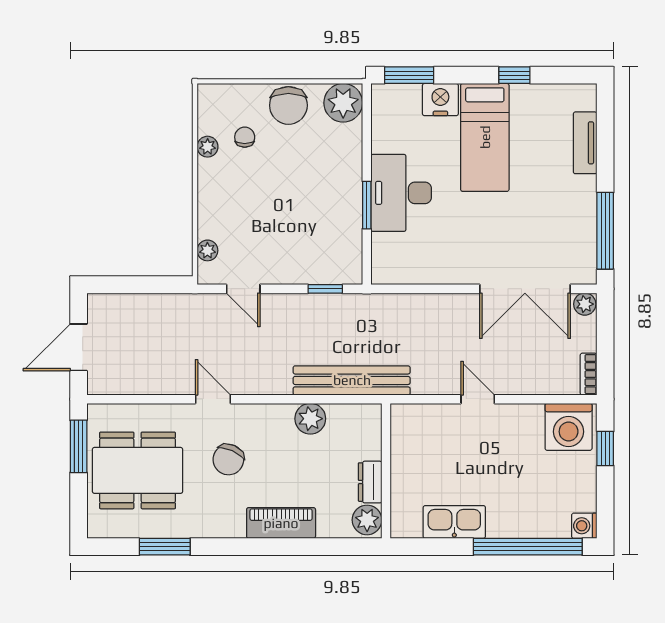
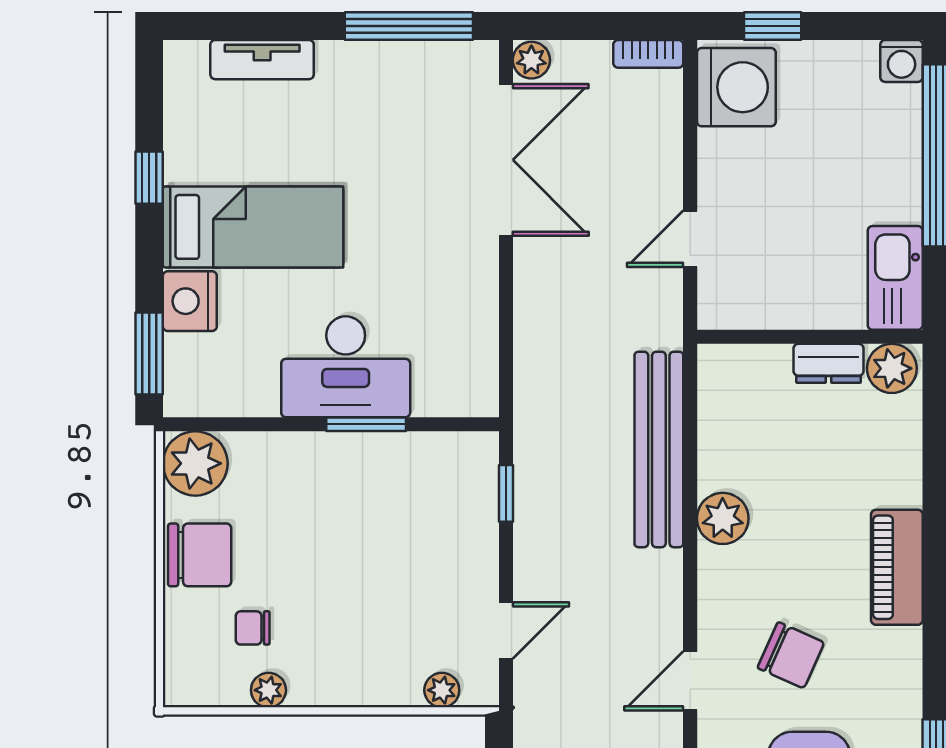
wall: (386, 471) -> (810, 337), moved
dresser: (370, 482) -> (829, 363), moved
plant: (367, 520) -> (892, 368), moved

